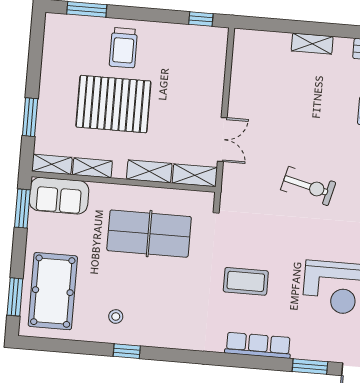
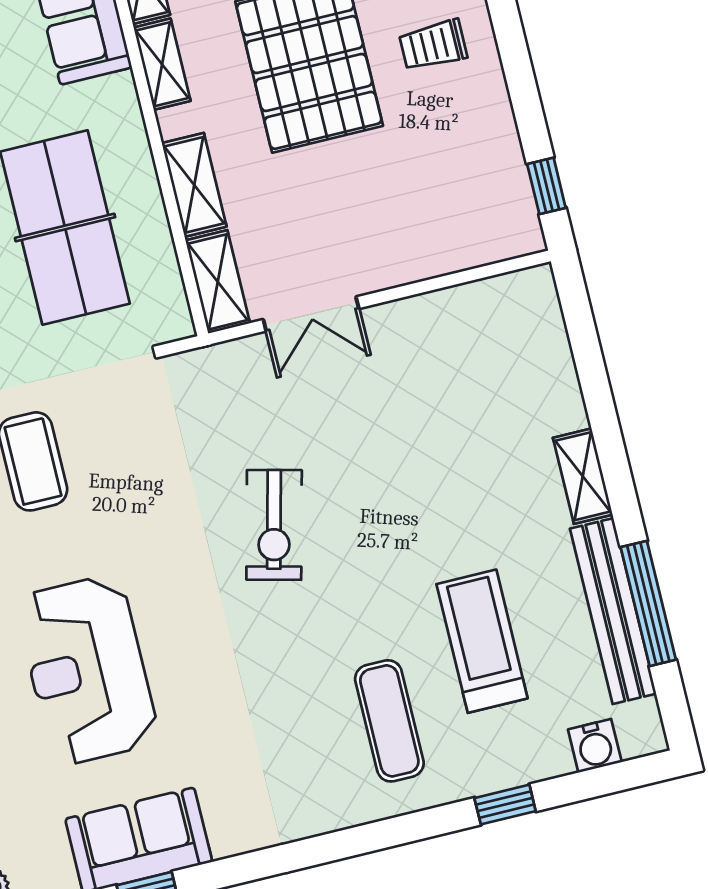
shelving: (312, 44) -> (583, 476), moved
trolley: (123, 48) -> (433, 45), width x0.73, depth x0.72

